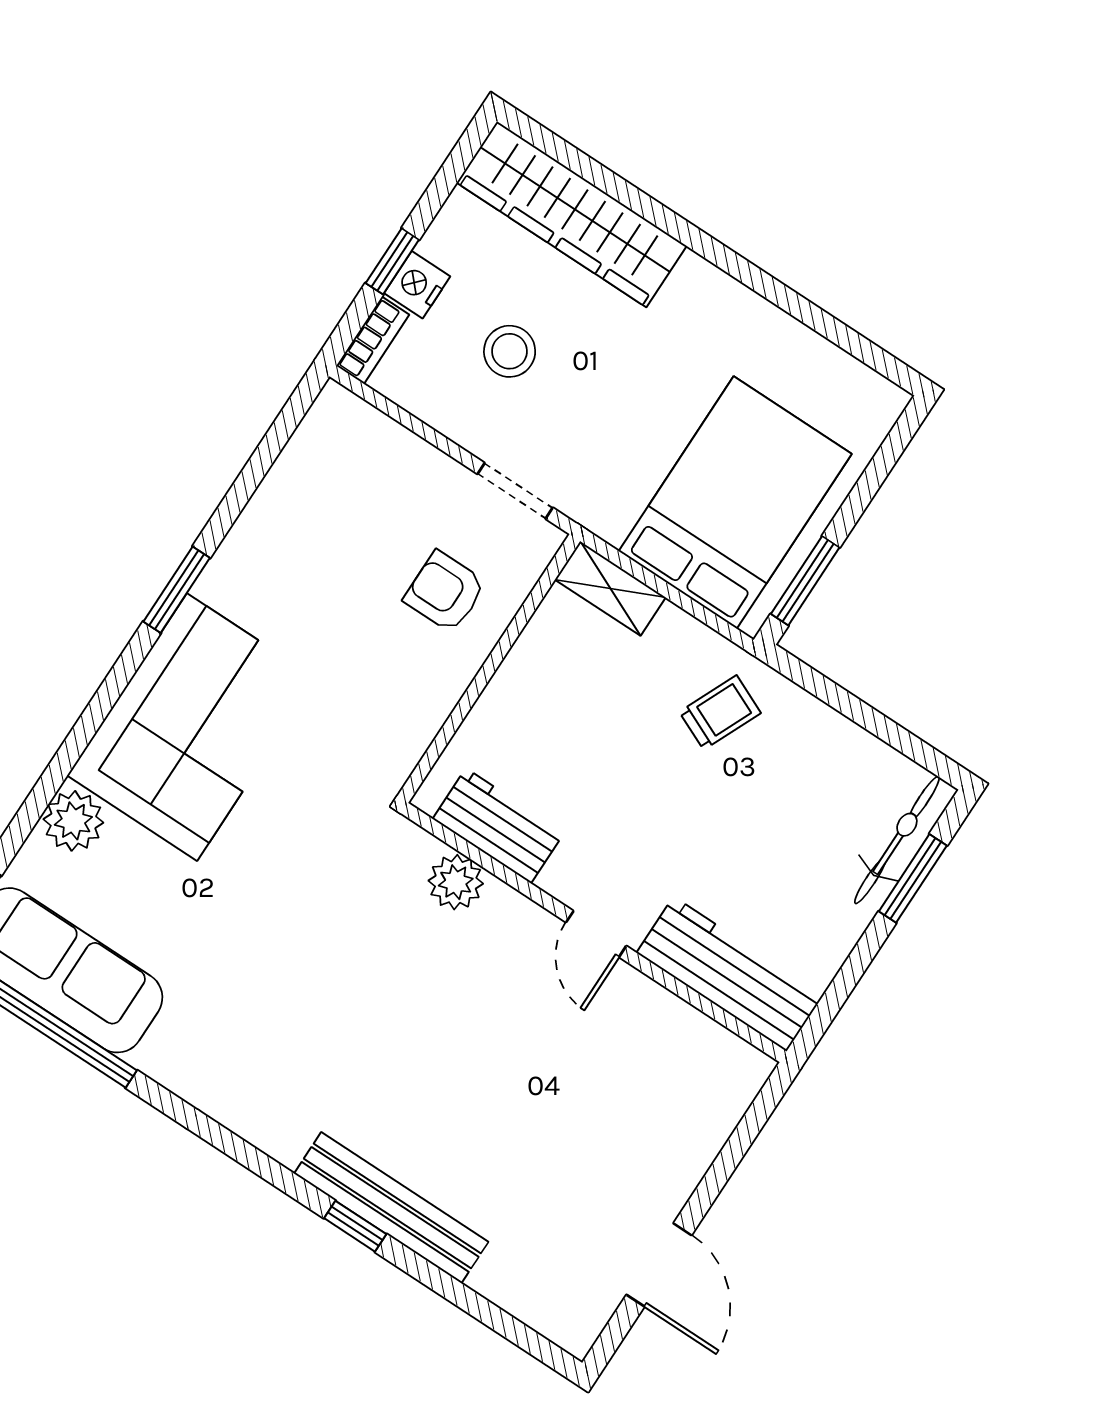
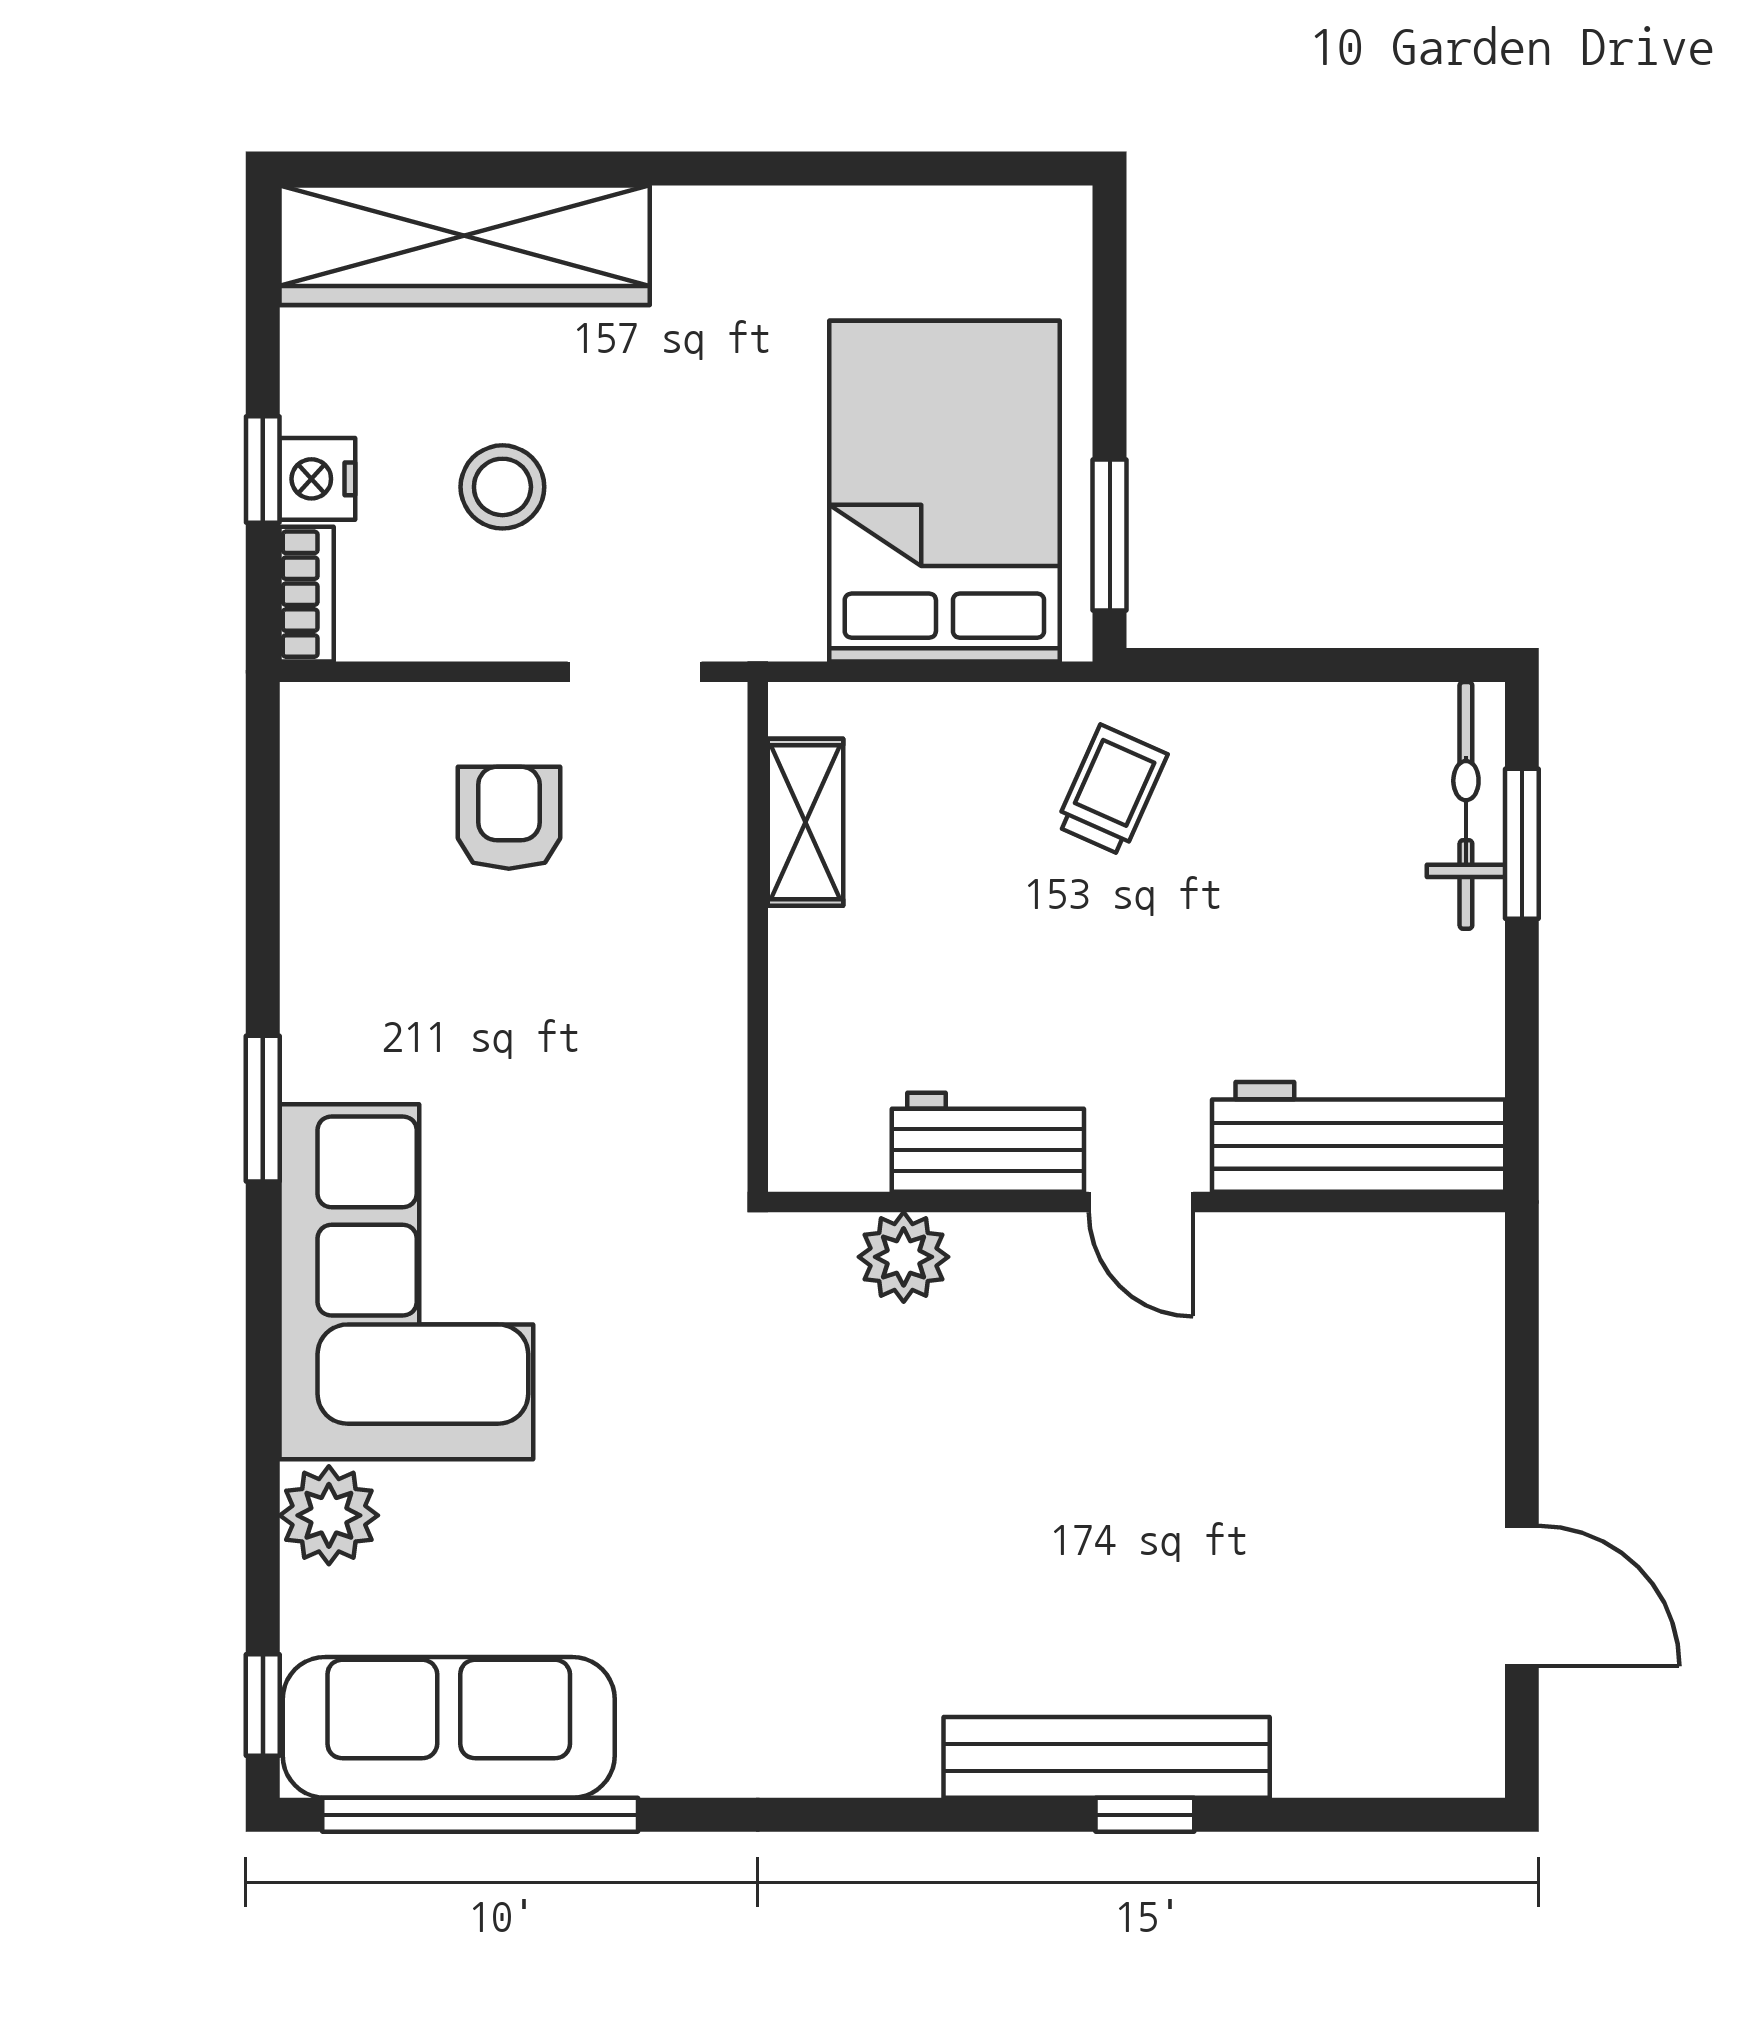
shelving: (610, 588) -> (805, 822), moved, turned 90
armchair: (445, 592) -> (509, 818), moved, turned 90
workbench: (498, 826) -> (988, 1142), moved
window: (355, 1226) -> (1145, 1815), moved

